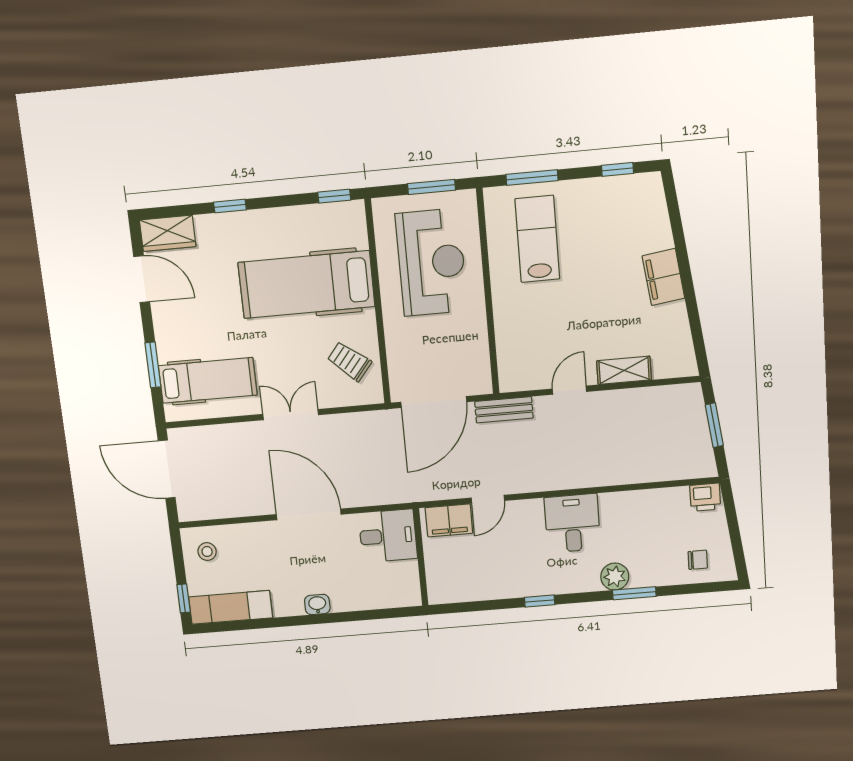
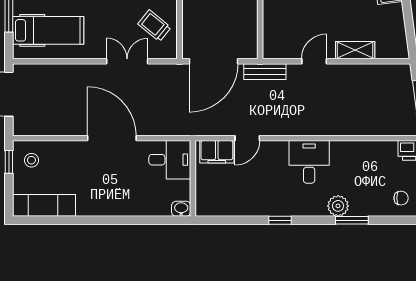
double door: (291, 415) -> (127, 61), moved
window: (184, 598) -> (9, 162), moved
washbasin: (317, 604) -> (181, 209), moved

